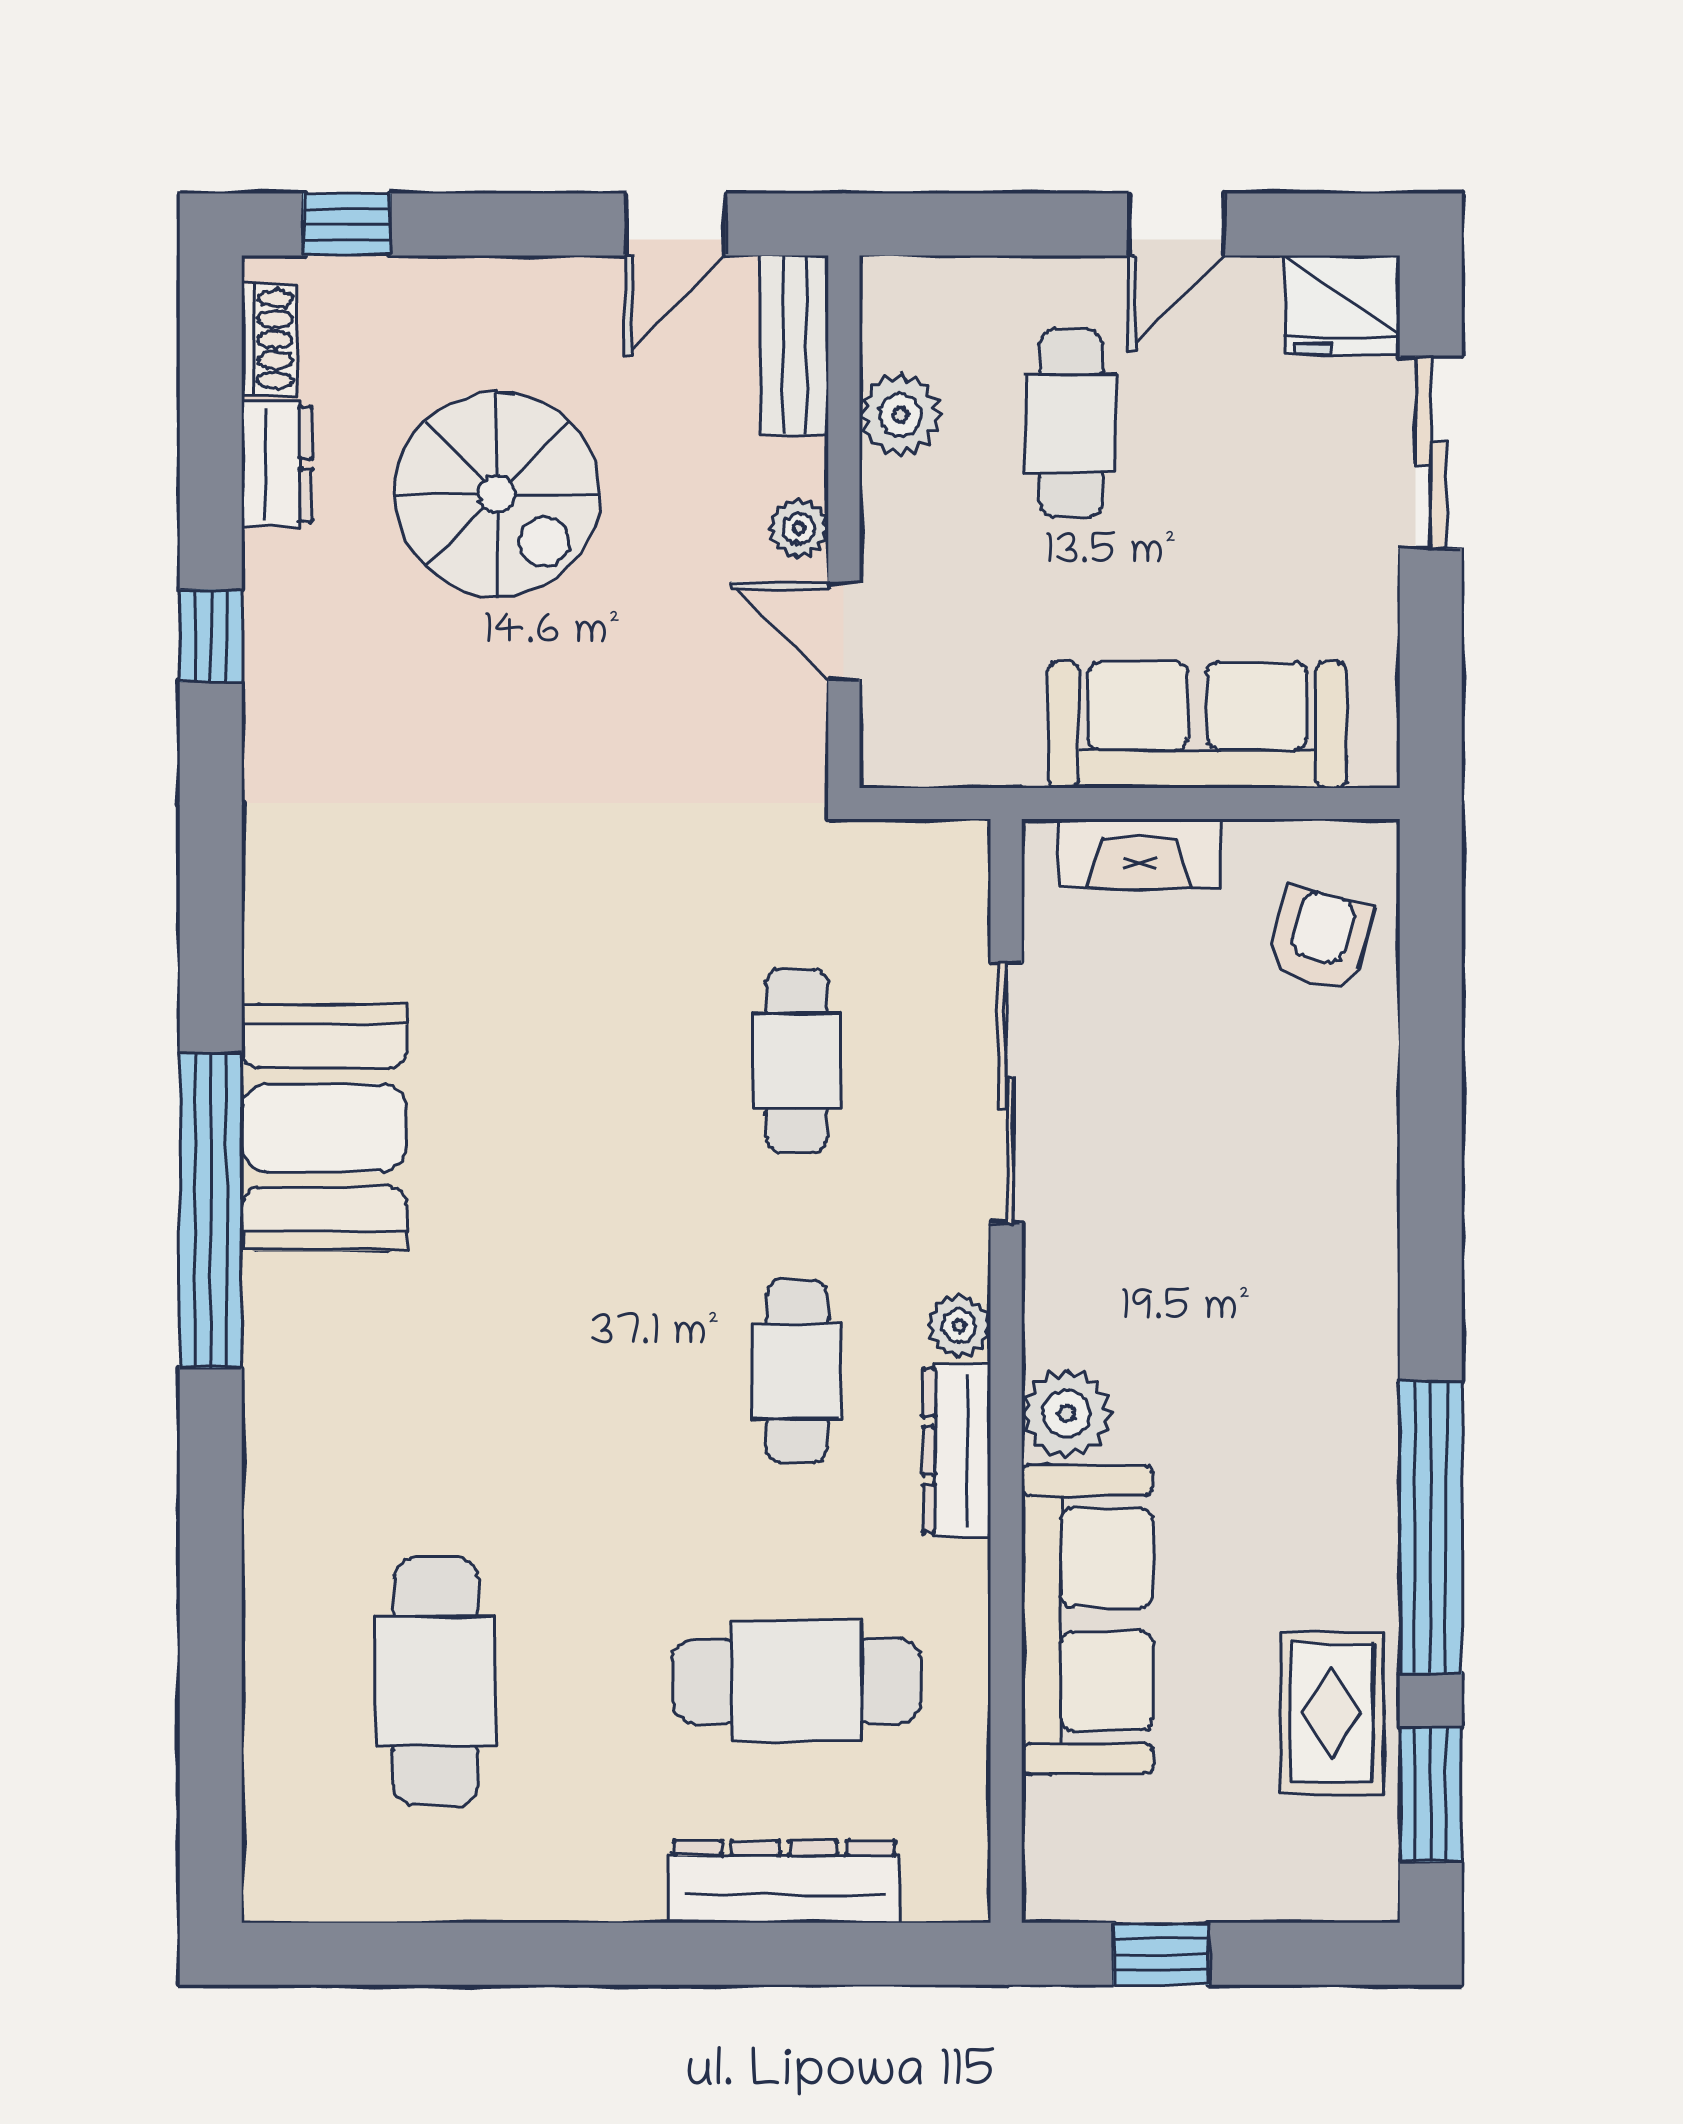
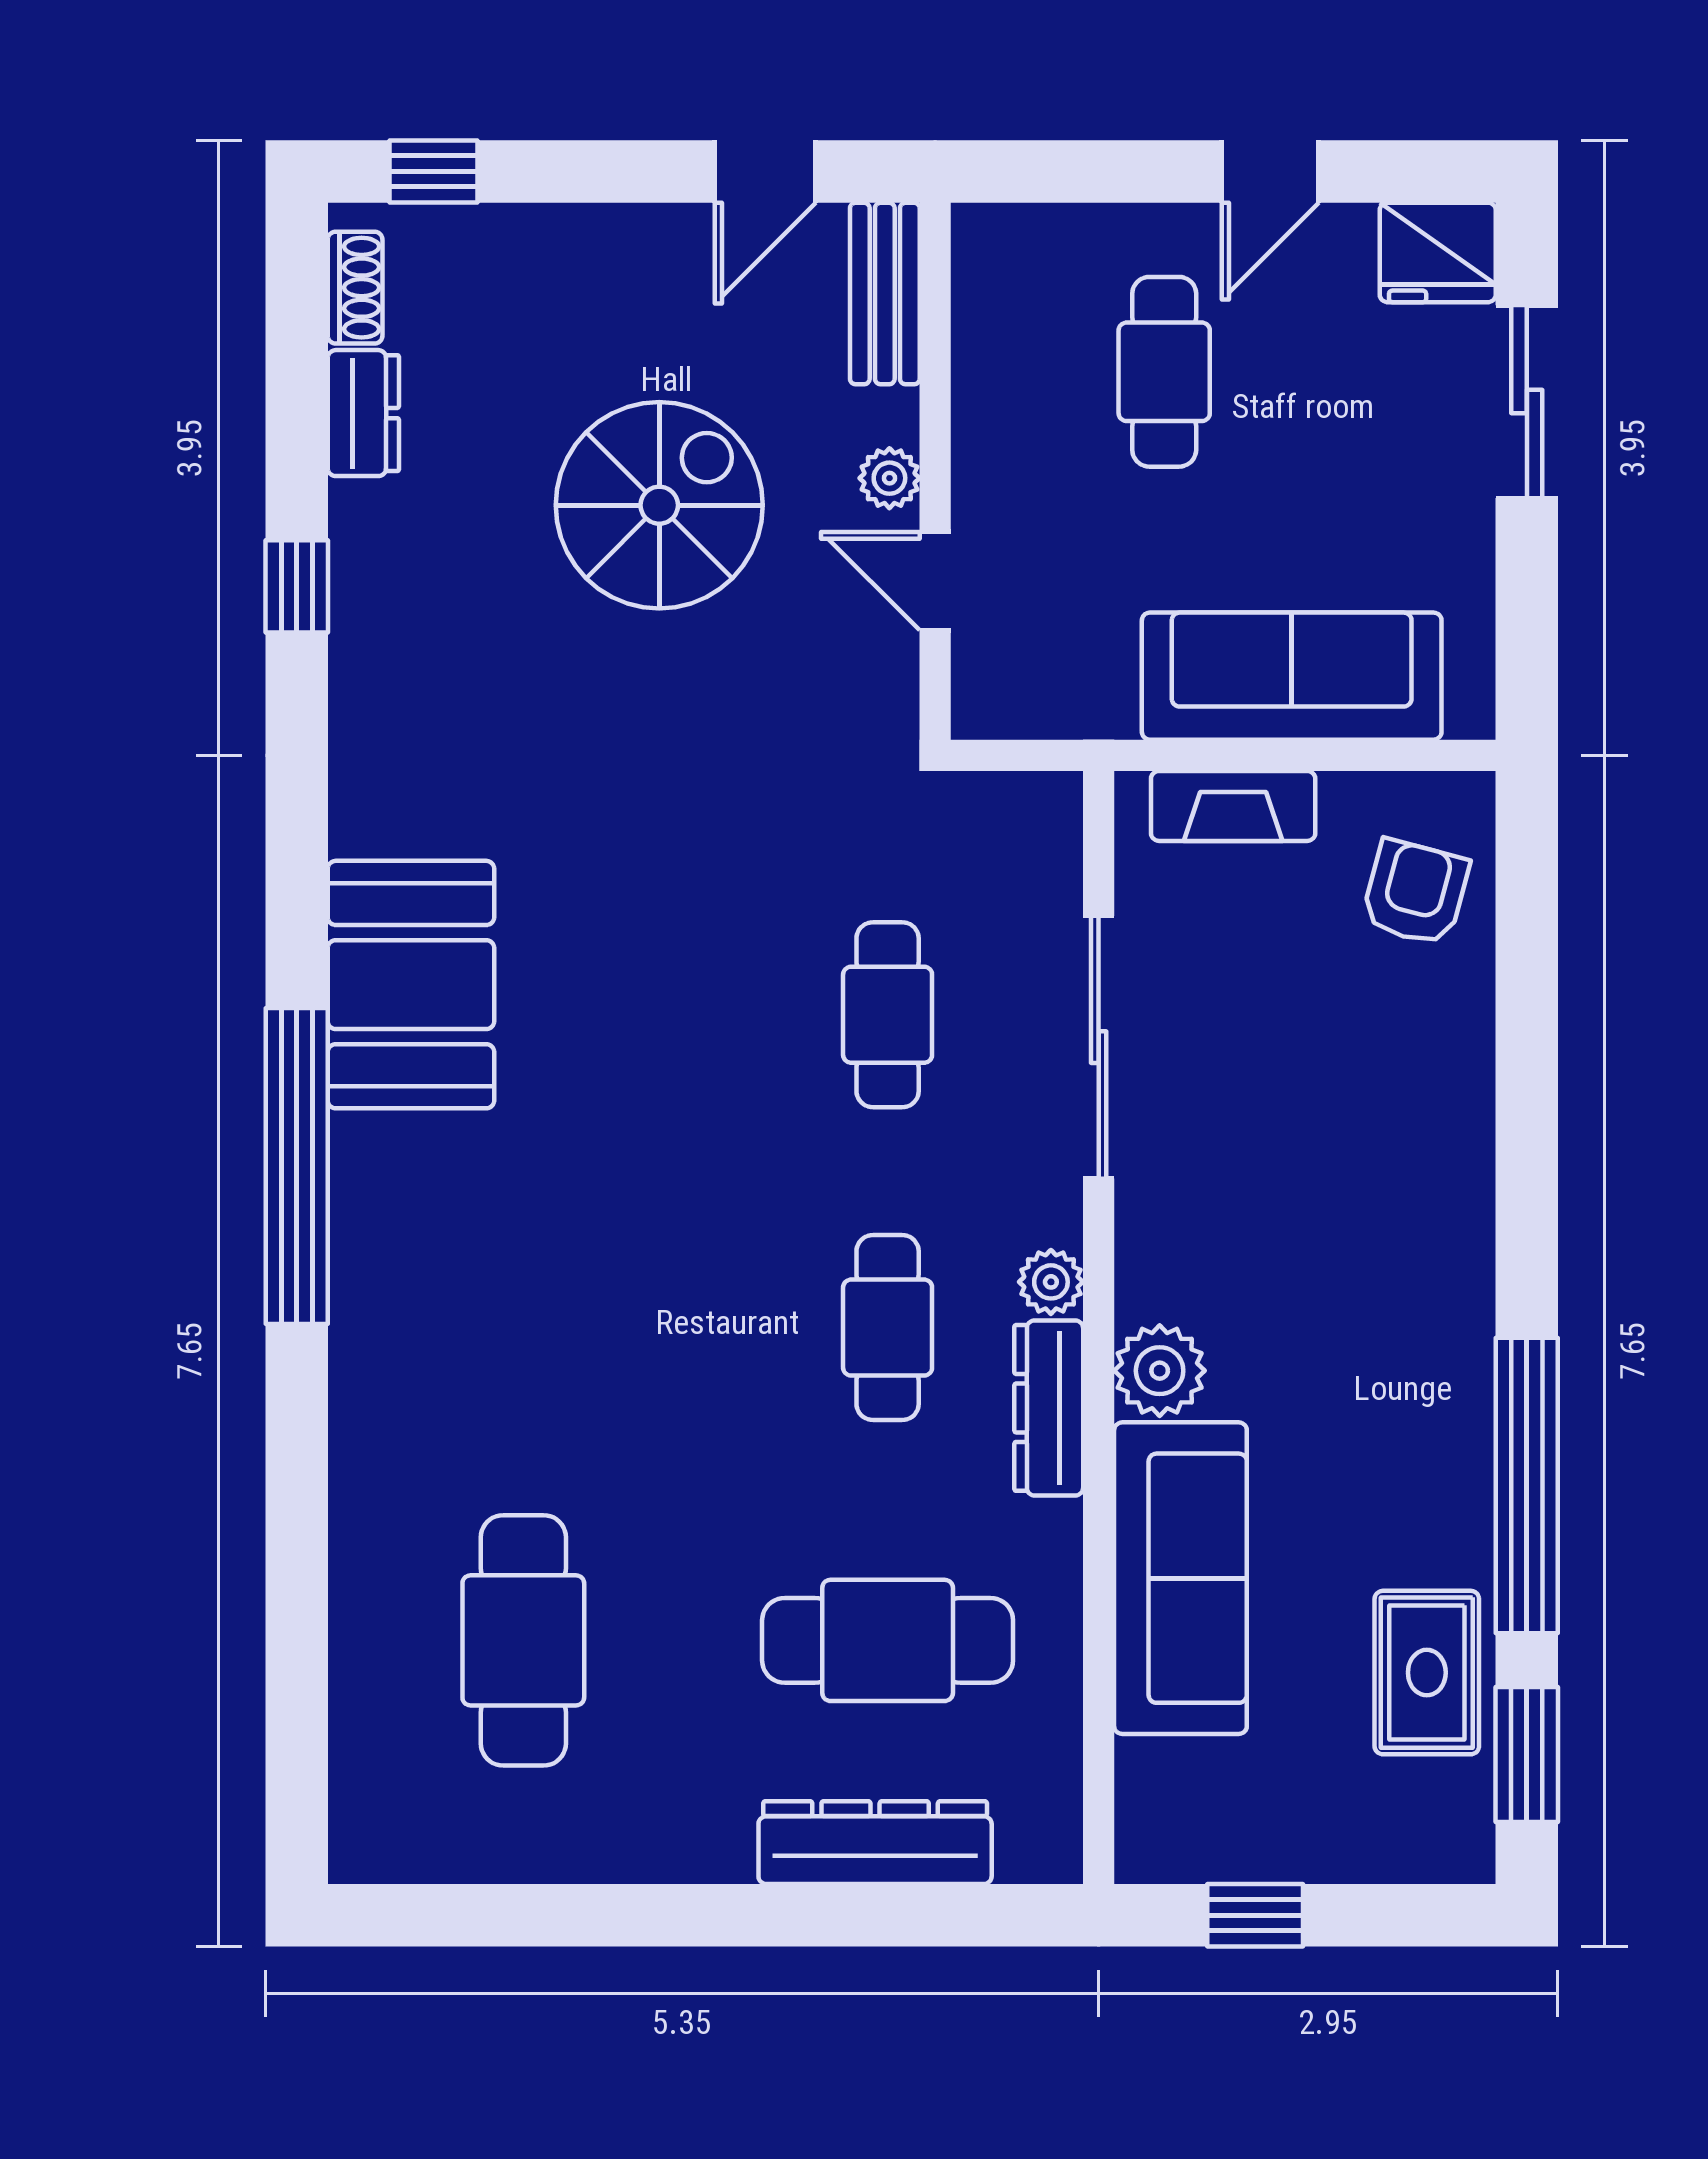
plant: (900, 415) -> (992, 363), removed
spiral stairs: (497, 494) -> (659, 505), moved, turned -90
booth: (324, 1128) -> (411, 985), moved

